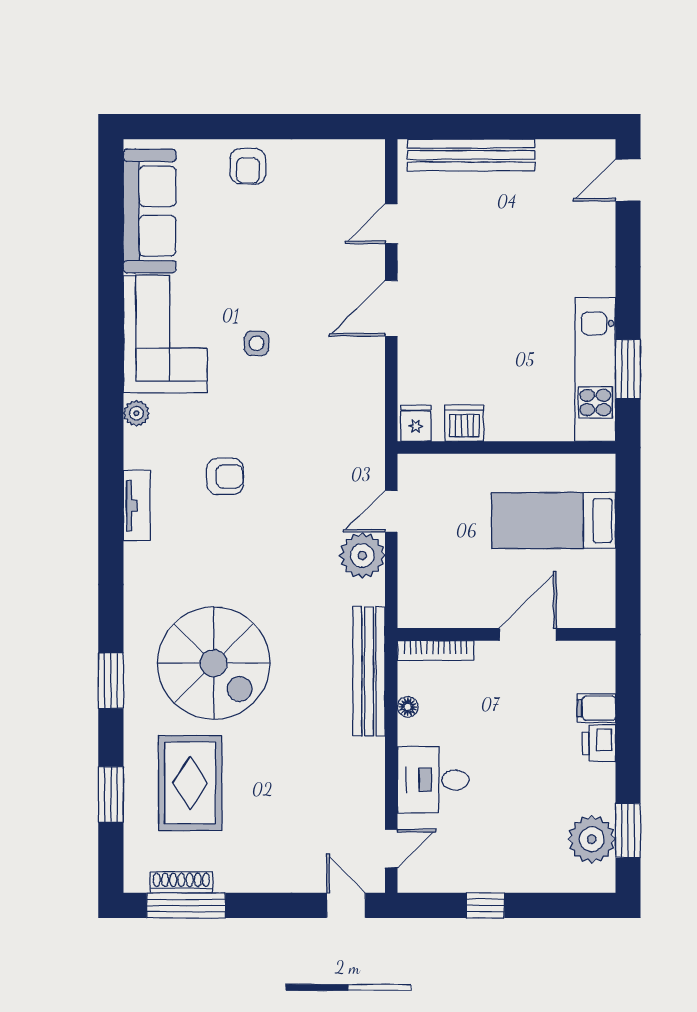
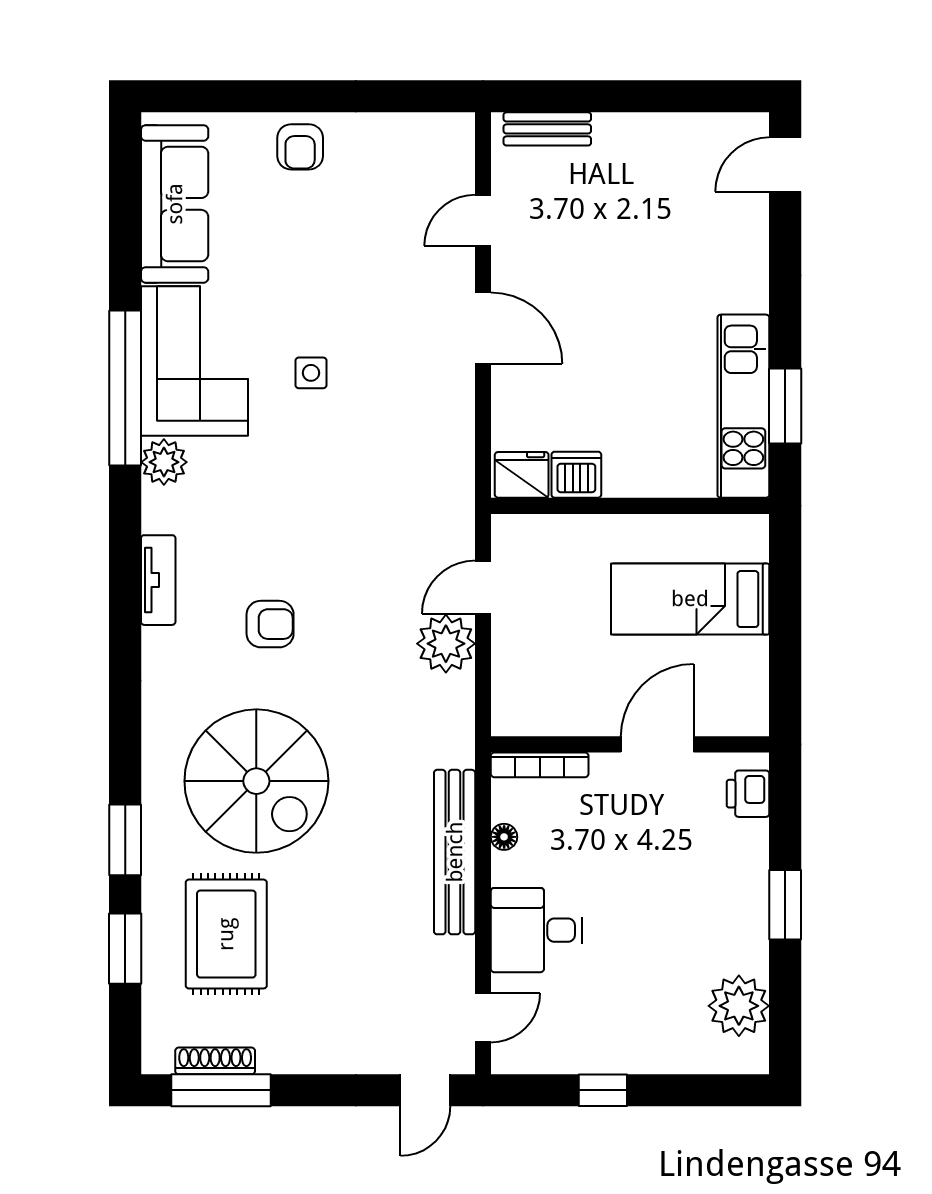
bench: (471, 155) -> (547, 129), width x0.54, depth x0.82
door: (391, 308) -> (483, 328), swing flipped
window: (111, 355) -> (125, 388), added
plant: (136, 413) -> (164, 462), width x1.38, depth x1.38
fridge: (416, 423) -> (522, 475), width x1.38
armchair: (225, 476) -> (270, 624), moved
bench: (369, 671) -> (455, 852), moved
window: (111, 681) -> (125, 840), moved
filing cabinet: (596, 708) -> (745, 839), removed
printer: (599, 743) -> (748, 794), moved
window: (628, 830) -> (785, 905), moved
door: (346, 905) -> (425, 1090), swing flipped

